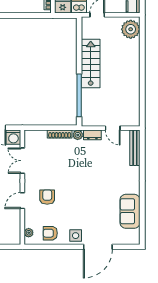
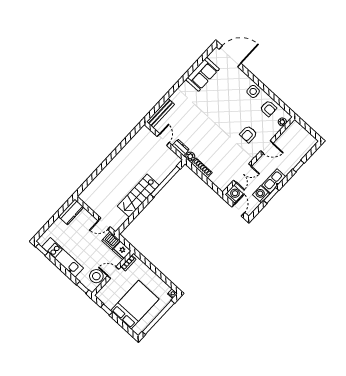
plant: (131, 29) -> (91, 194), removed
door: (98, 247) -> (230, 56), moved

